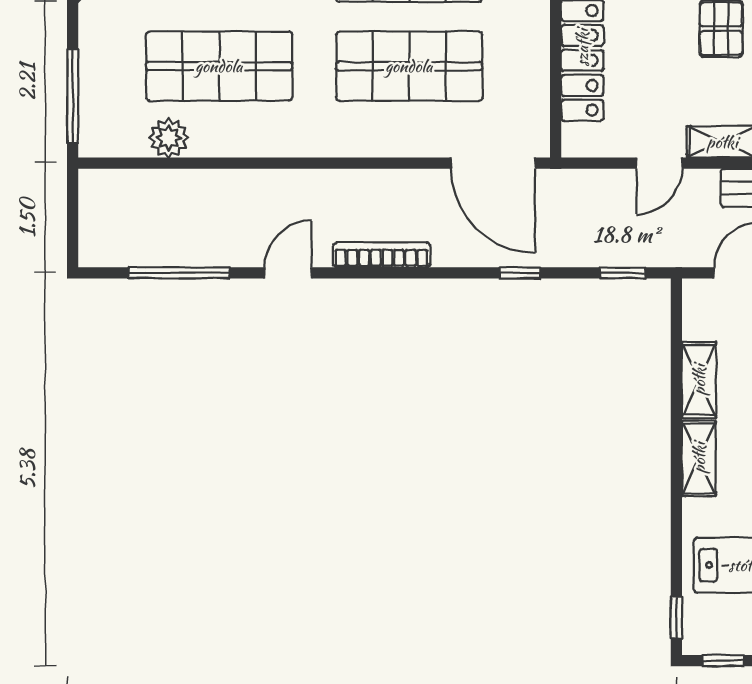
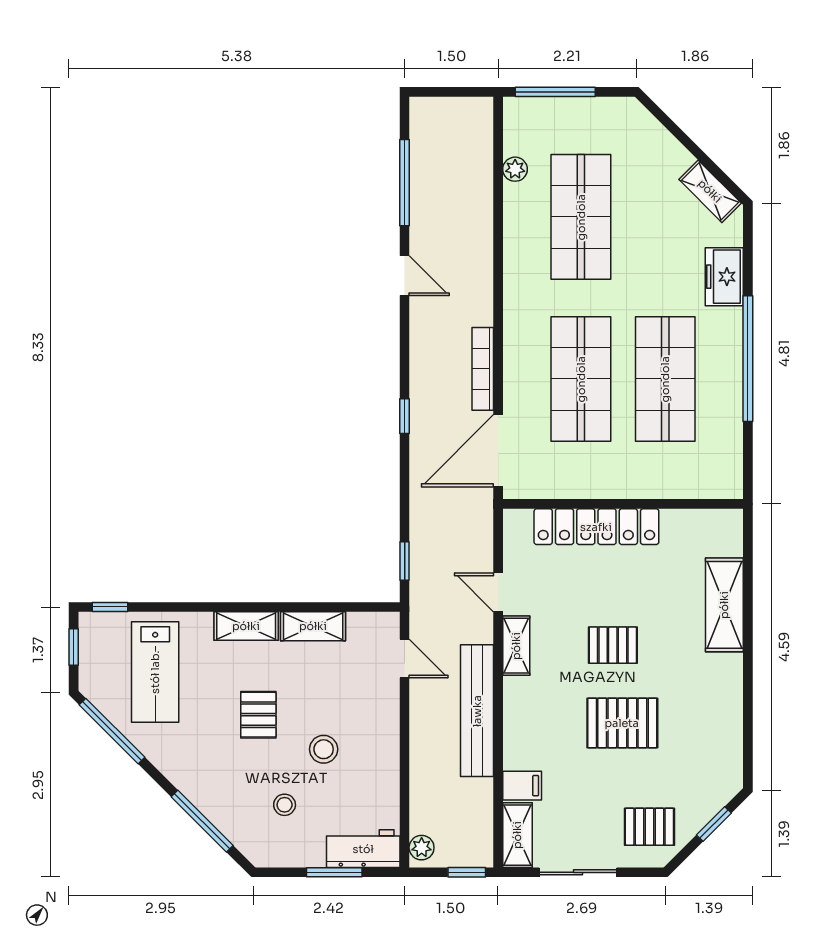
plant: (169, 138) -> (515, 169), width x0.73, depth x0.73
bookcase: (382, 255) -> (483, 369), moved, turned 180
window: (520, 273) -> (405, 416), moved

